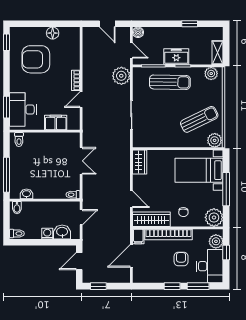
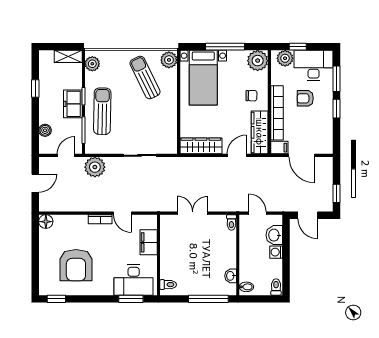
boiler: (138, 32) -> (45, 130), moved
floor lamp: (53, 33) -> (46, 222), moved
wardrobe: (140, 162) -> (201, 146), width x1.50

